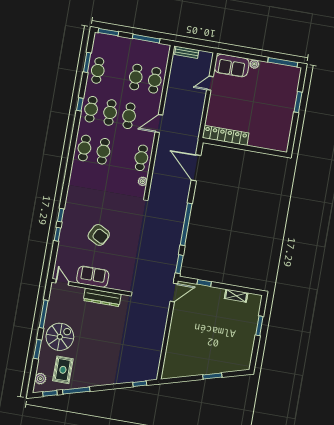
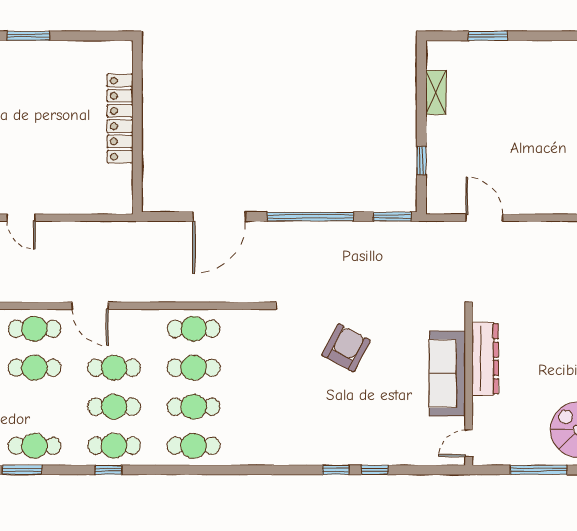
door: (159, 123) -> (90, 306), moved
locker: (226, 135) -> (120, 119), moved
cafe table: (122, 155) -> (194, 368), added
door: (196, 168) -> (219, 217), moved
plant: (143, 181) -> (240, 318), removed
armchair: (99, 235) -> (346, 348), moved
sofa: (93, 277) -> (447, 374), width x1.36
door: (174, 292) -> (484, 218), moved

